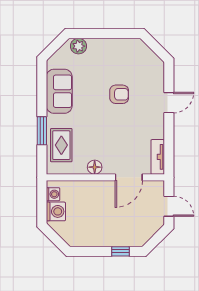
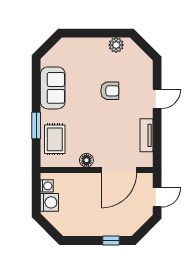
plant: (78, 46) -> (116, 45), moved
tv unit: (158, 157) -> (146, 135), moved
door: (129, 177) -> (119, 170), width x1.36
door: (169, 206) -> (157, 197), hinge flipped

